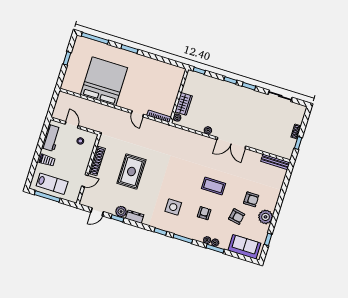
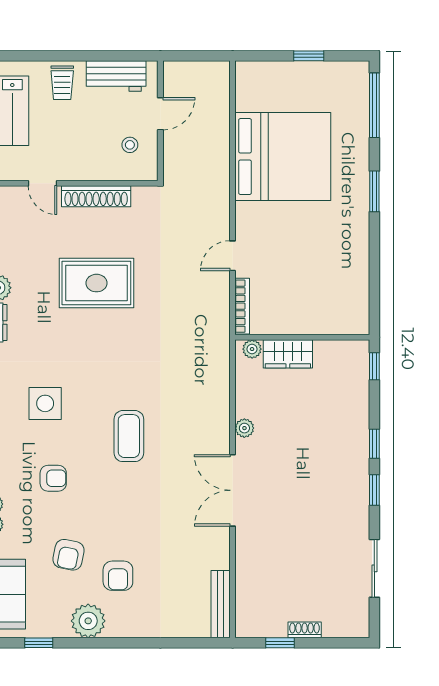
coffee table: (213, 186) -> (129, 436), moved

